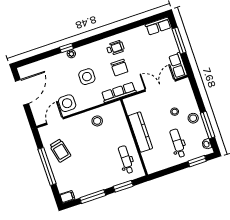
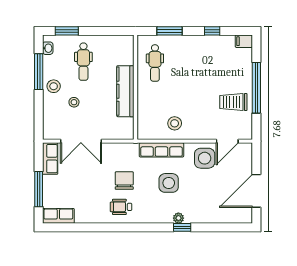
row of seats: (119, 92) -> (161, 150), moved
trolley: (60, 151) -> (233, 102), turned -77
window: (93, 197) -> (212, 31), width x0.46

